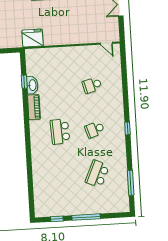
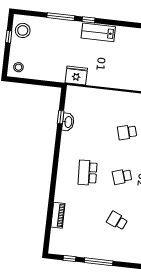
piano: (34, 107) -> (58, 215), moved
school desk: (97, 174) -> (117, 221), width x0.54

